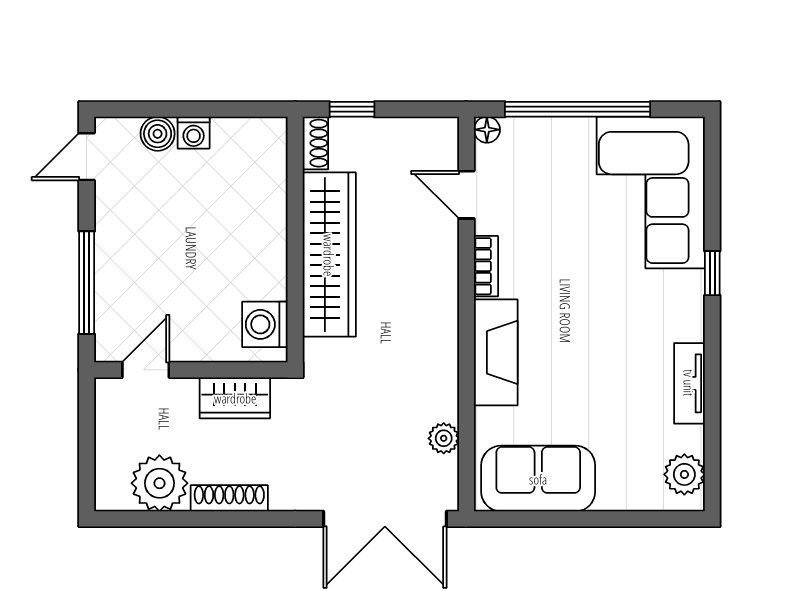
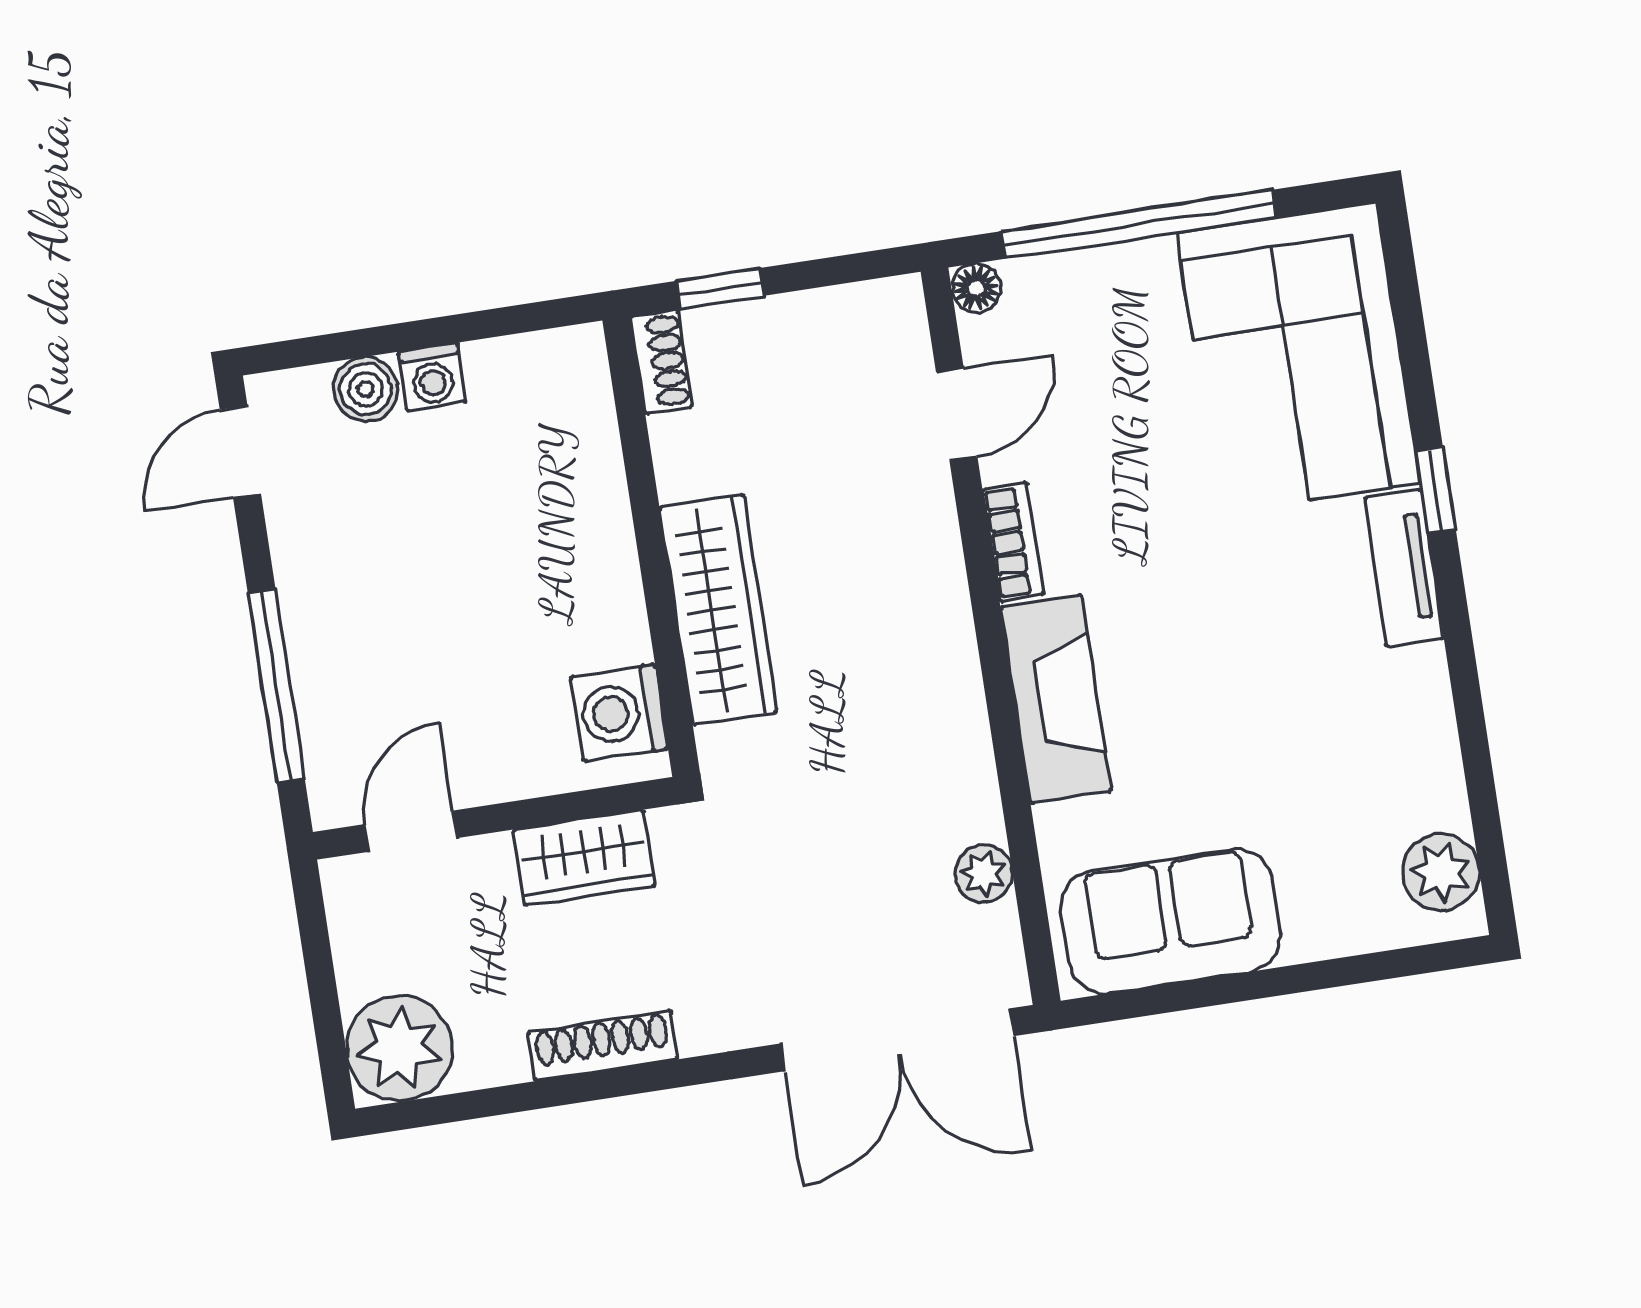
door: (466, 195) -> (957, 415), swing flipped
wardrobe: (329, 255) -> (718, 609), width x0.71, depth x0.85
tv unit: (689, 383) -> (1404, 568), moved
plant: (159, 483) -> (399, 1048), moved

